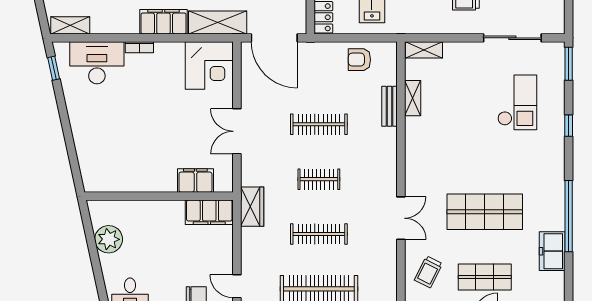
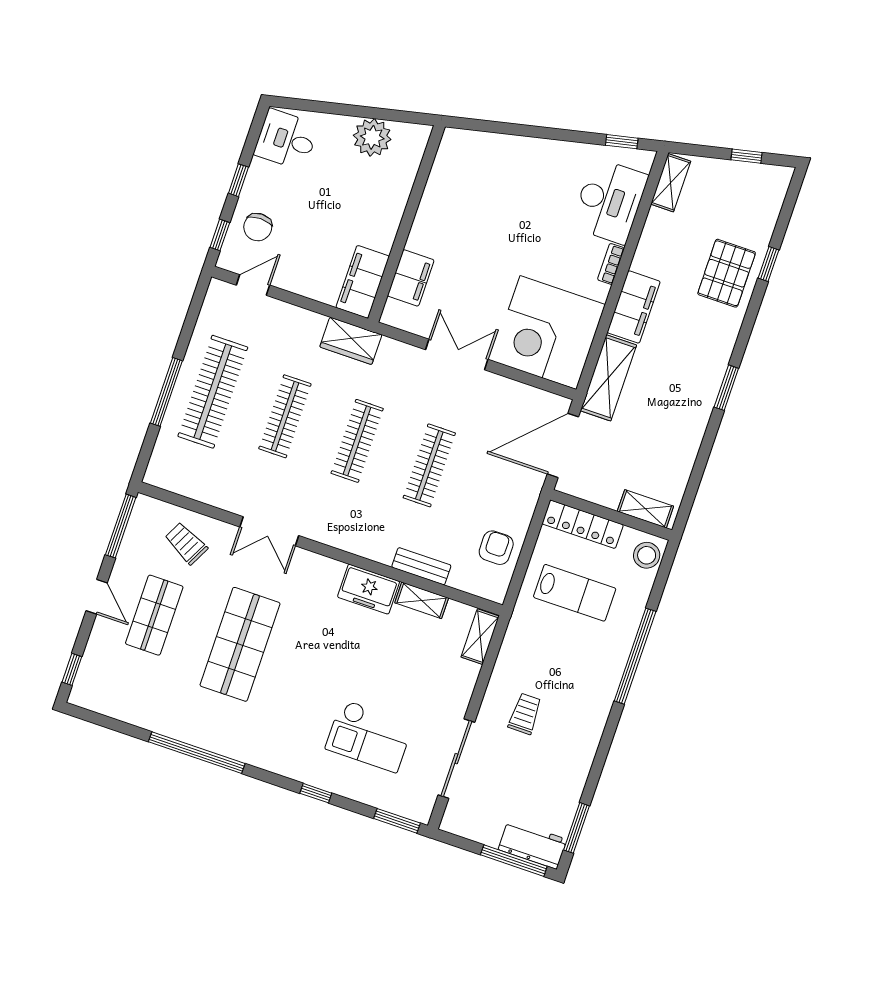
corner desk: (209, 65) -> (548, 332), width x1.36, depth x1.36
clothes rail: (319, 179) -> (357, 441), width x1.36
freezer: (552, 251) -> (369, 589), moved, turned 180

